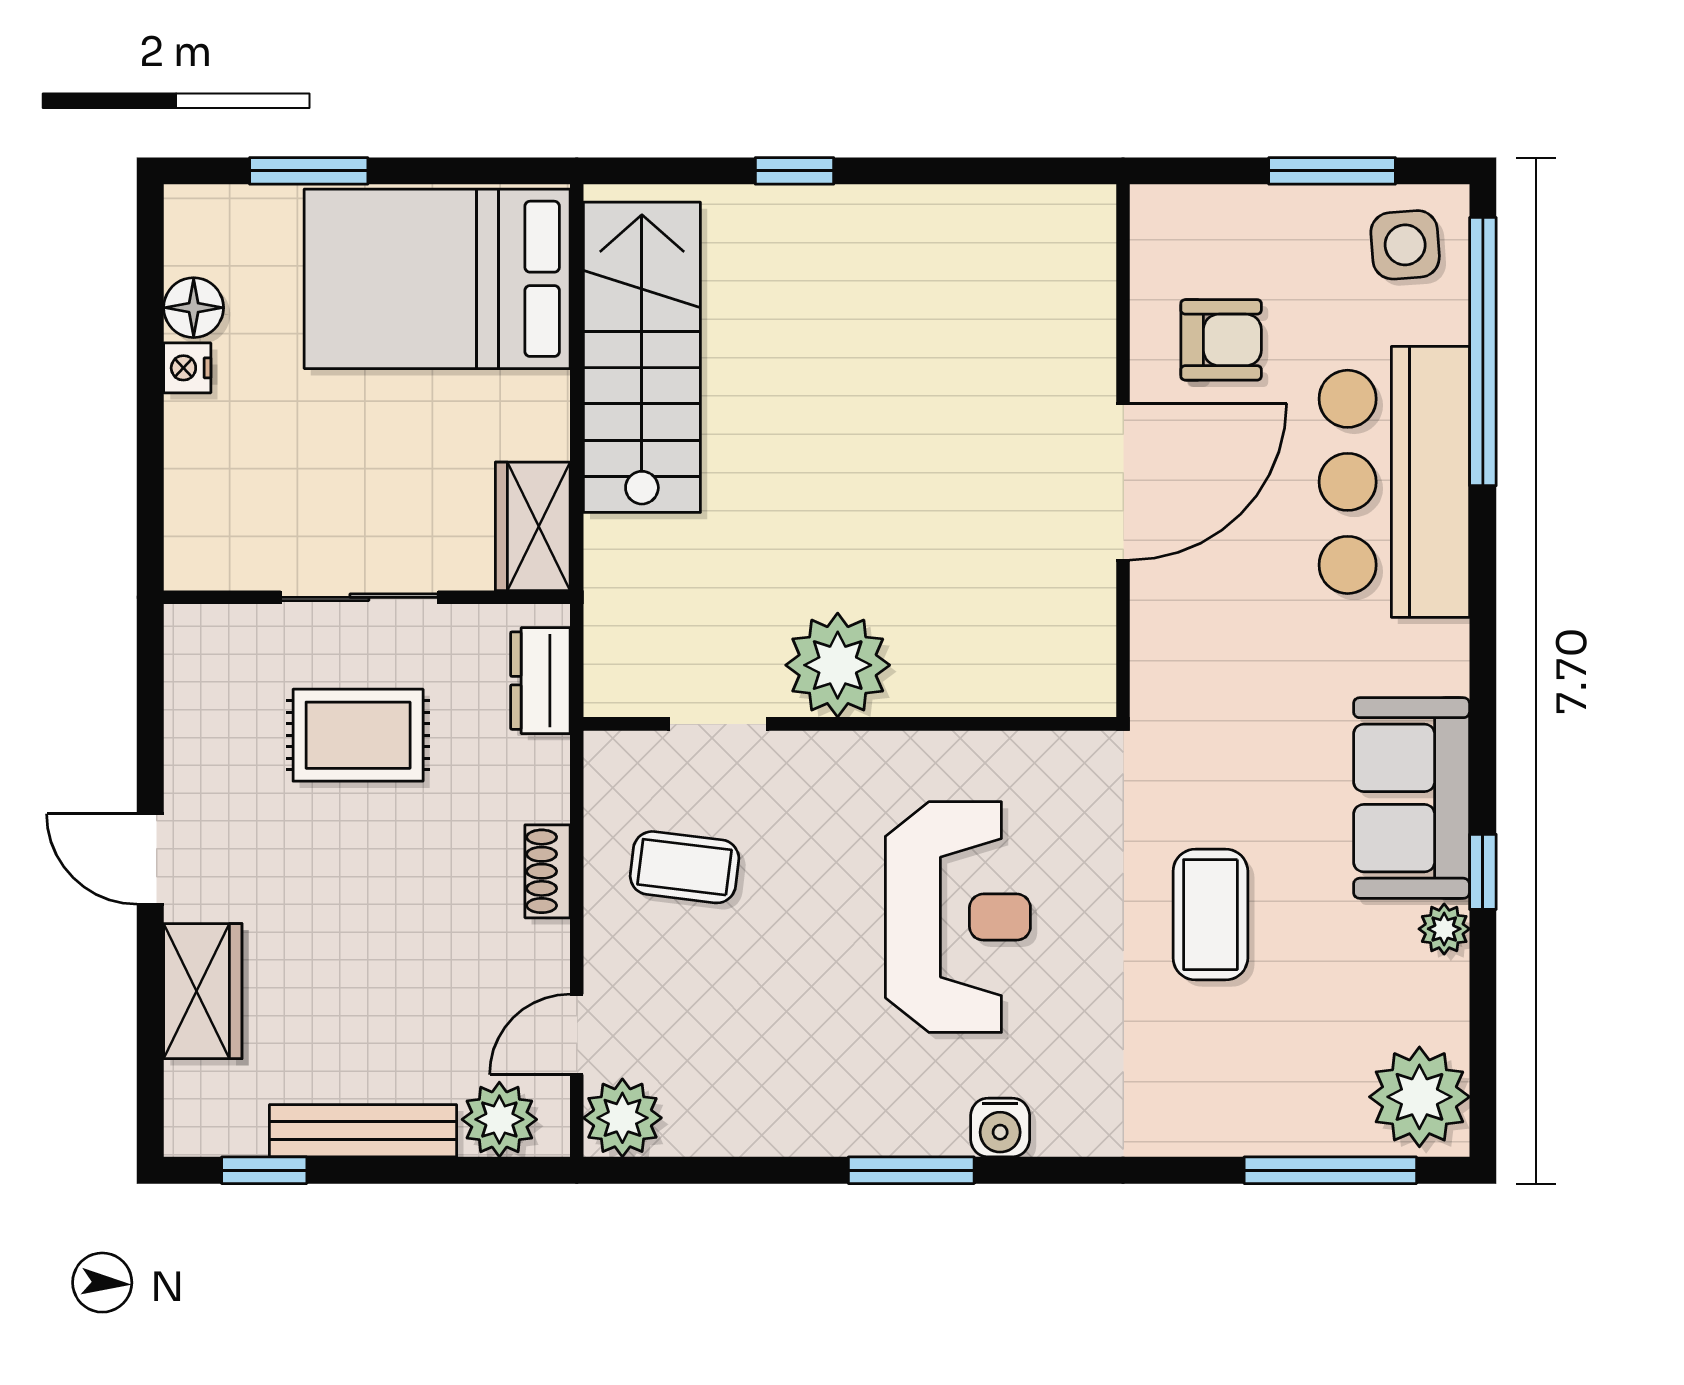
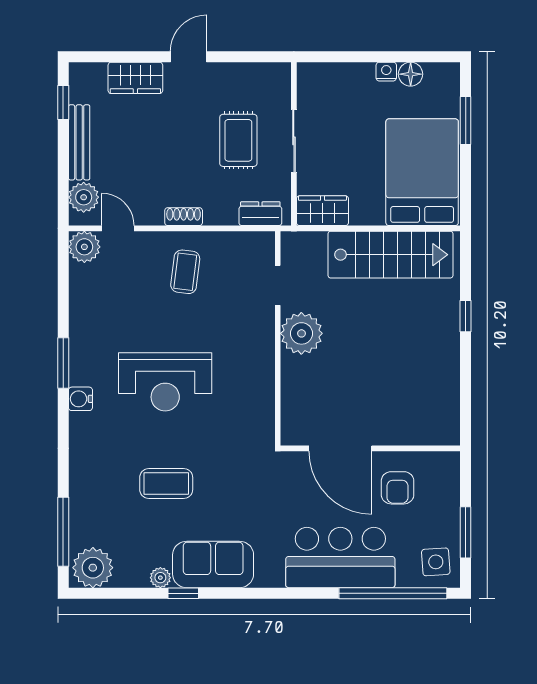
plant: (838, 665) -> (301, 333), moved
doorway: (718, 724) -> (278, 285), moved
wall: (850, 724) -> (278, 338), moved

